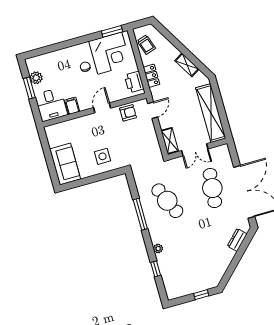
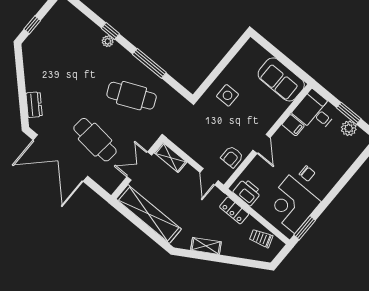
sofa: (65, 164) -> (281, 79), moved
window: (156, 269) -> (110, 31), moved

